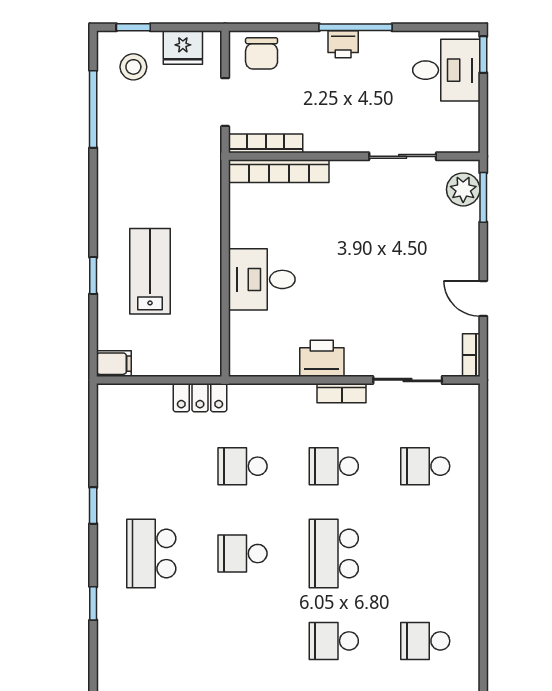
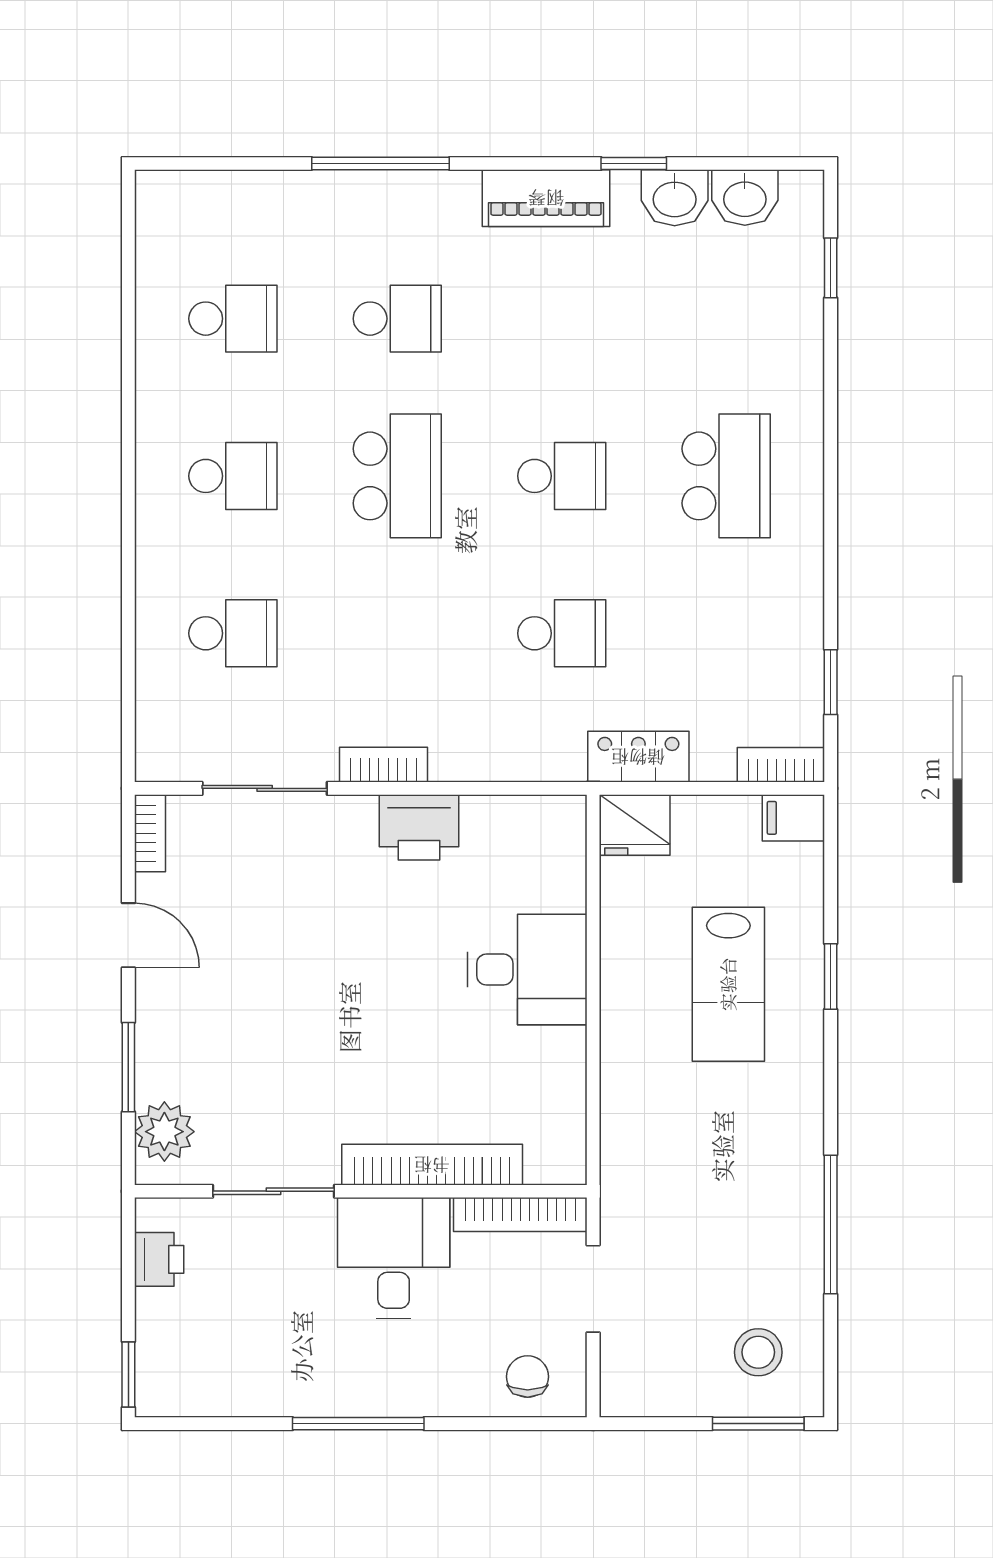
window: (133, 27) -> (758, 1424), width x1.50
printer: (343, 44) -> (159, 1259), moved, turned 90
fridge: (183, 48) -> (635, 825), moved, turned 180
chair: (262, 53) -> (528, 1377), width x0.73, depth x0.73
desk: (446, 70) -> (394, 1258), moved, turned 90
window: (93, 109) -> (831, 1224), moved
bookcase: (279, 171) -> (432, 1165), moved
window: (483, 197) -> (128, 1067), moved
bookcase: (121, 393) -> (781, 765), added
school desk: (334, 466) -> (233, 476), moved
window: (93, 505) -> (831, 682), moved
window: (93, 603) -> (831, 268), moved

